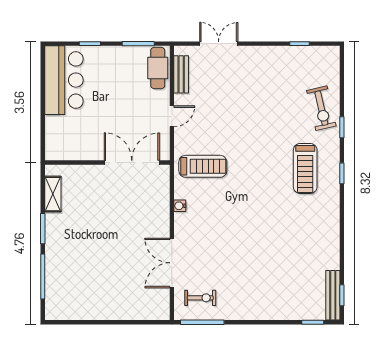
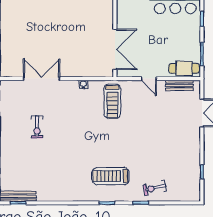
exercise bike: (321, 108) -> (155, 188), width x0.73, depth x0.72
exercise bike: (200, 298) -> (37, 127), moved

